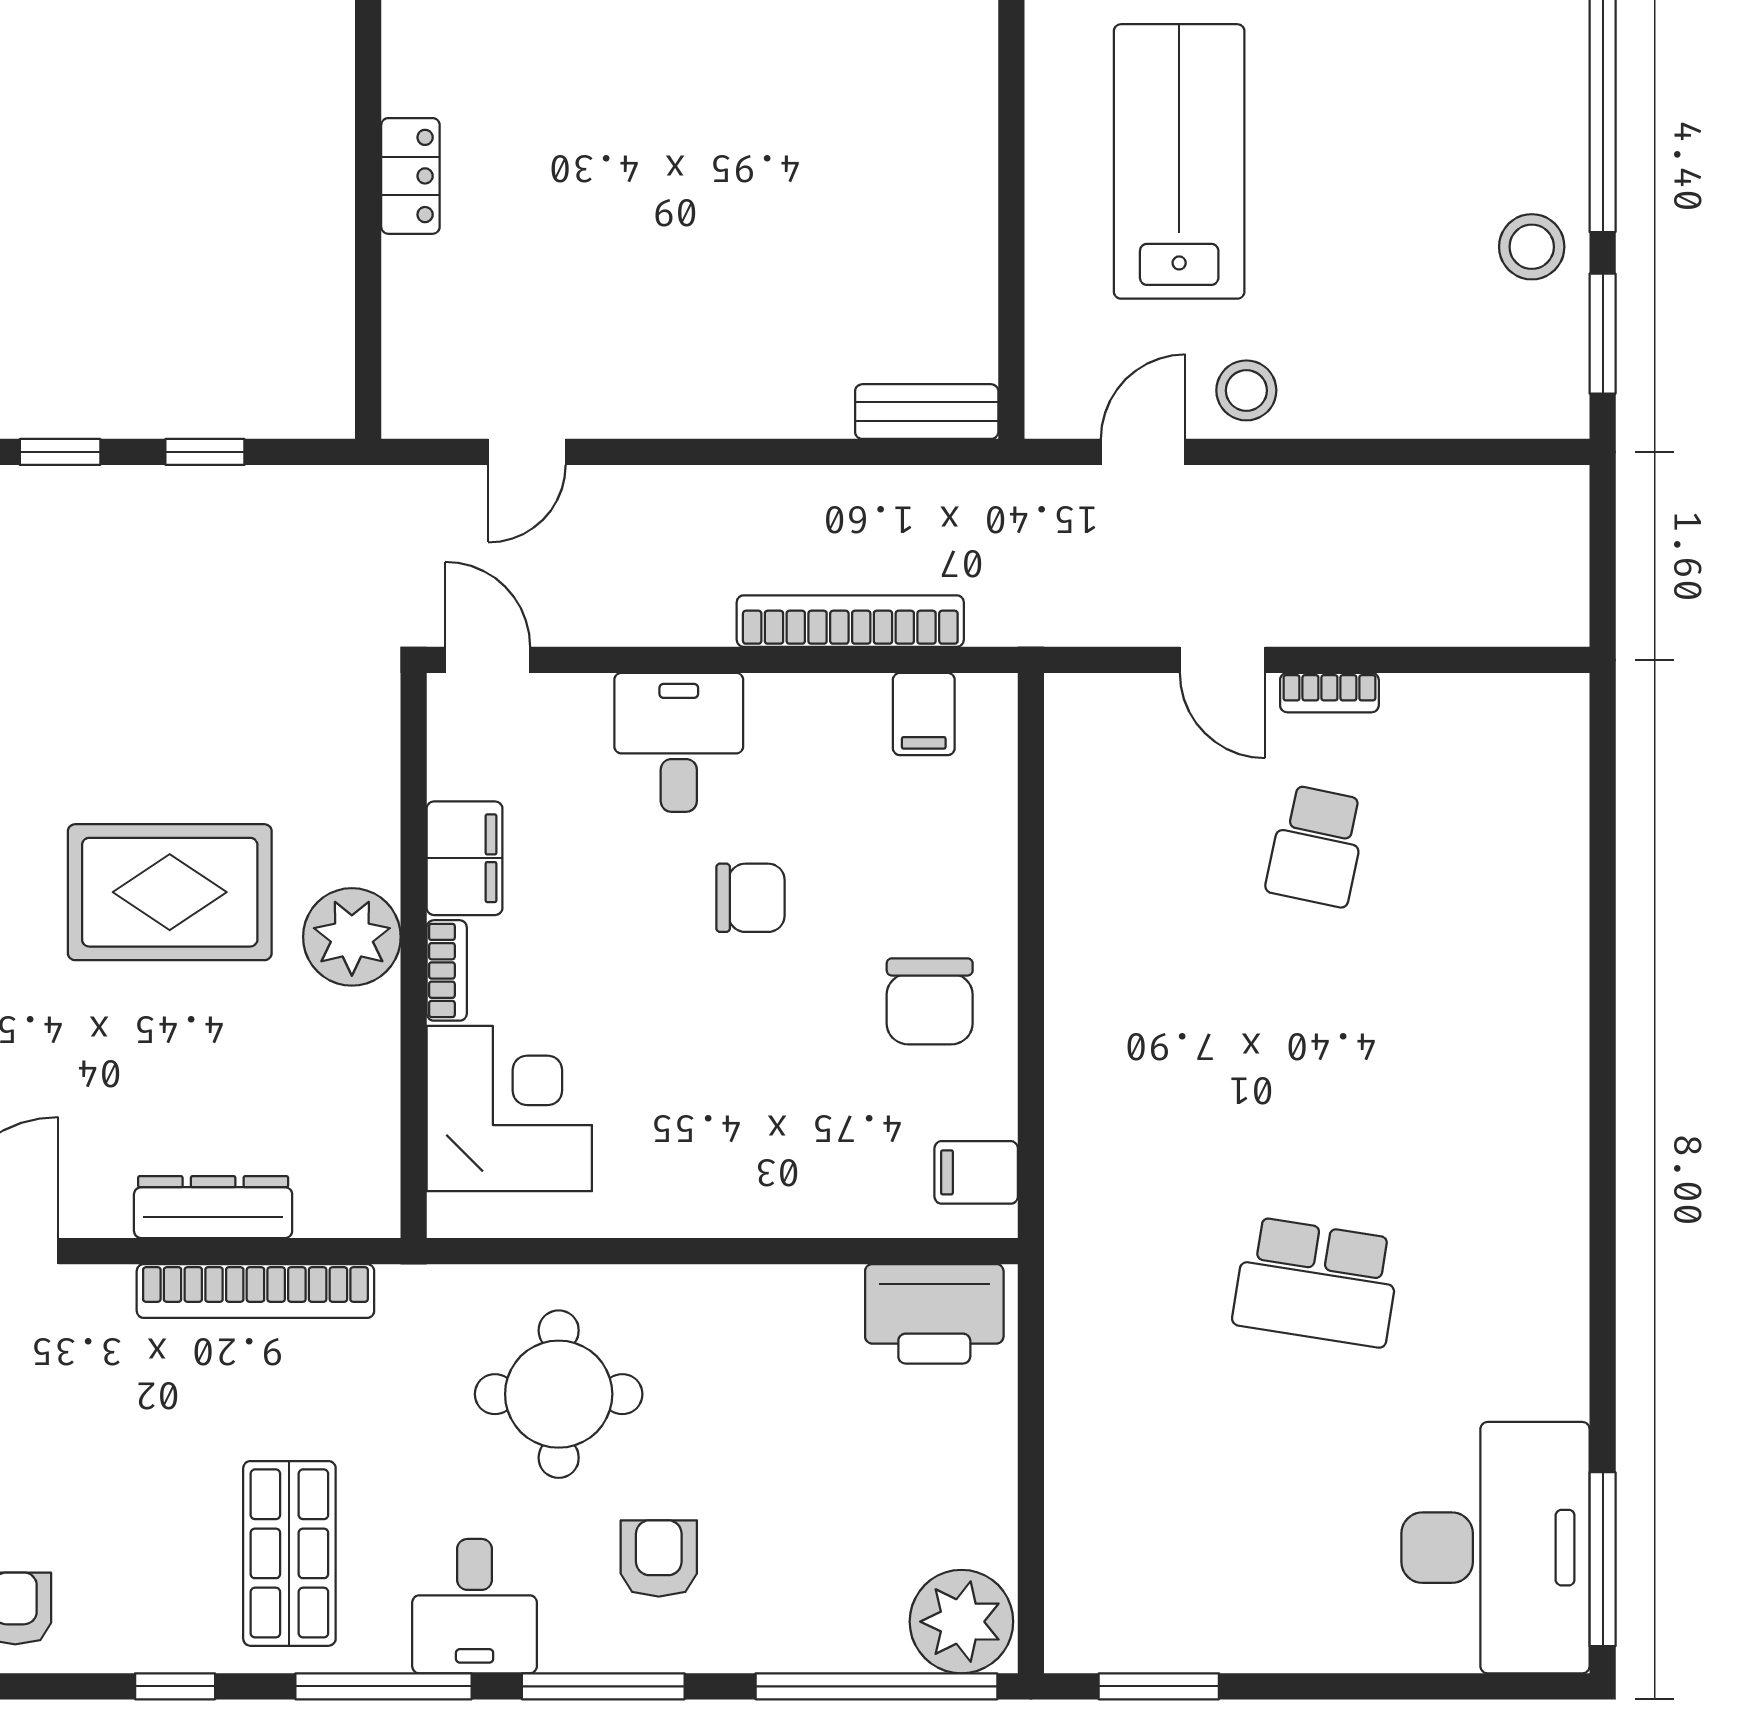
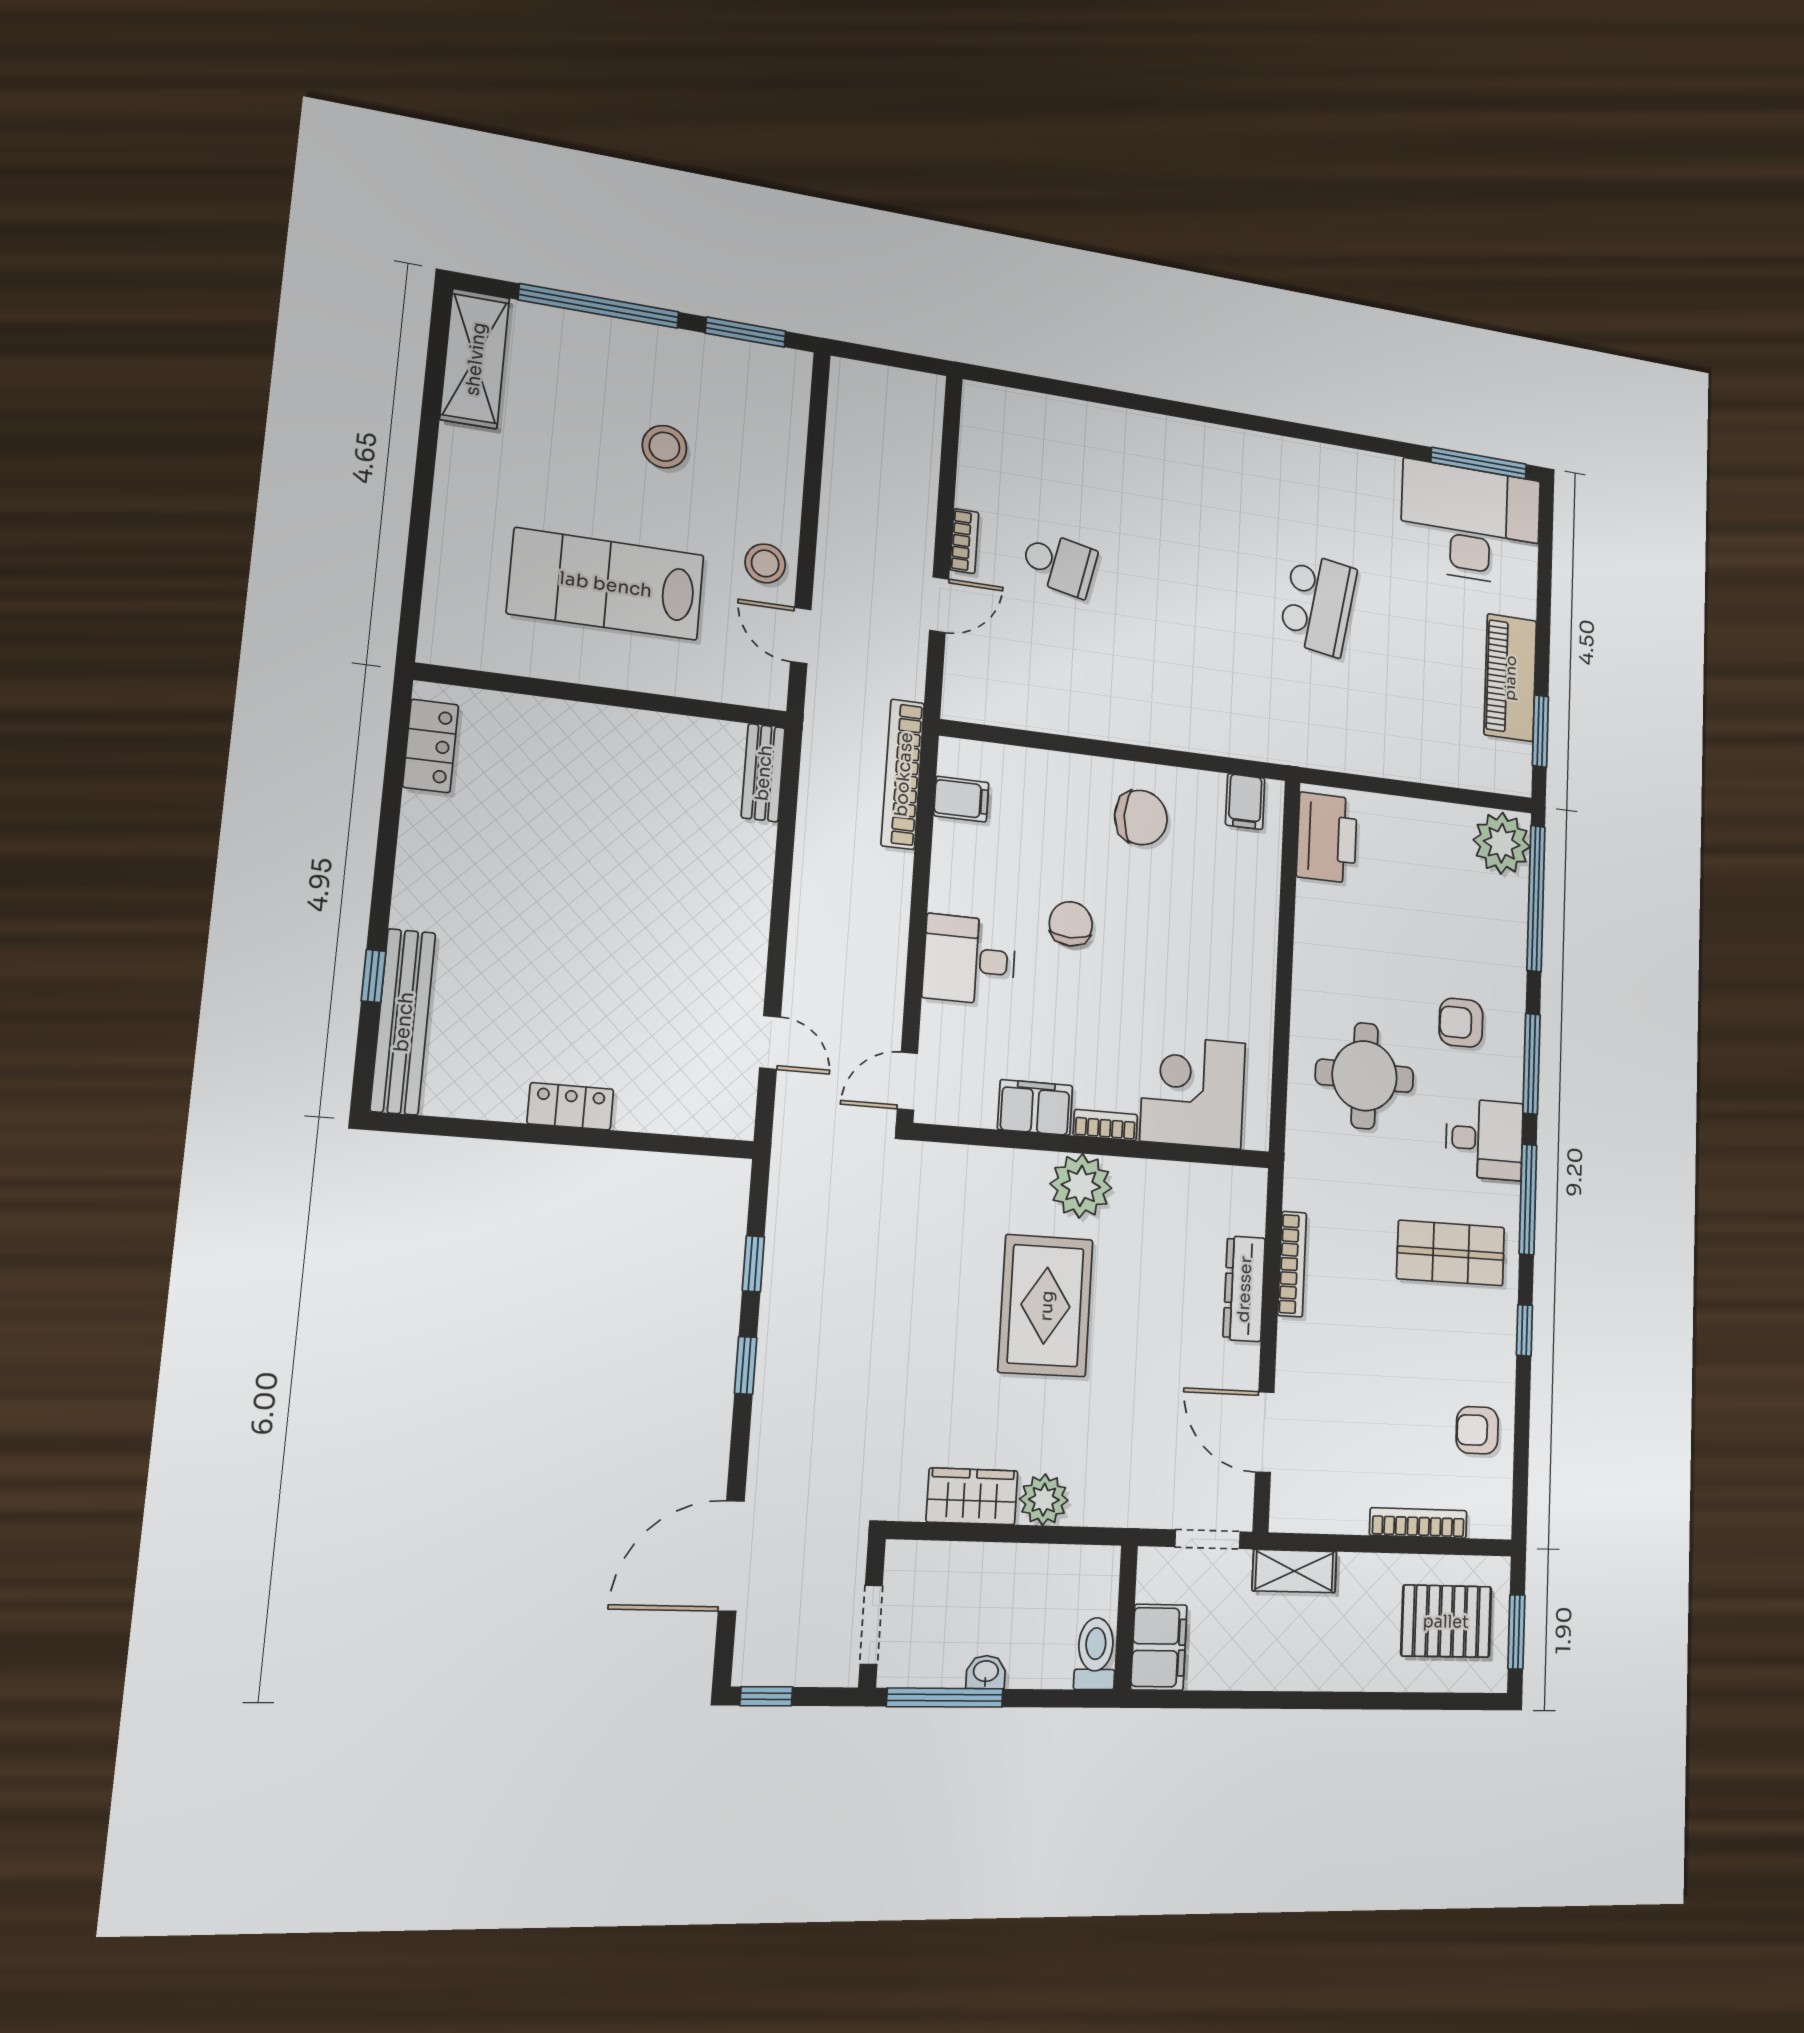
stool: (1532, 247) -> (664, 447), moved
bookcase: (850, 621) -> (903, 774), moved
bookcase: (255, 1291) -> (1292, 1264), width x0.68, depth x0.76
piano: (1242, 1628) -> (1510, 678), added

